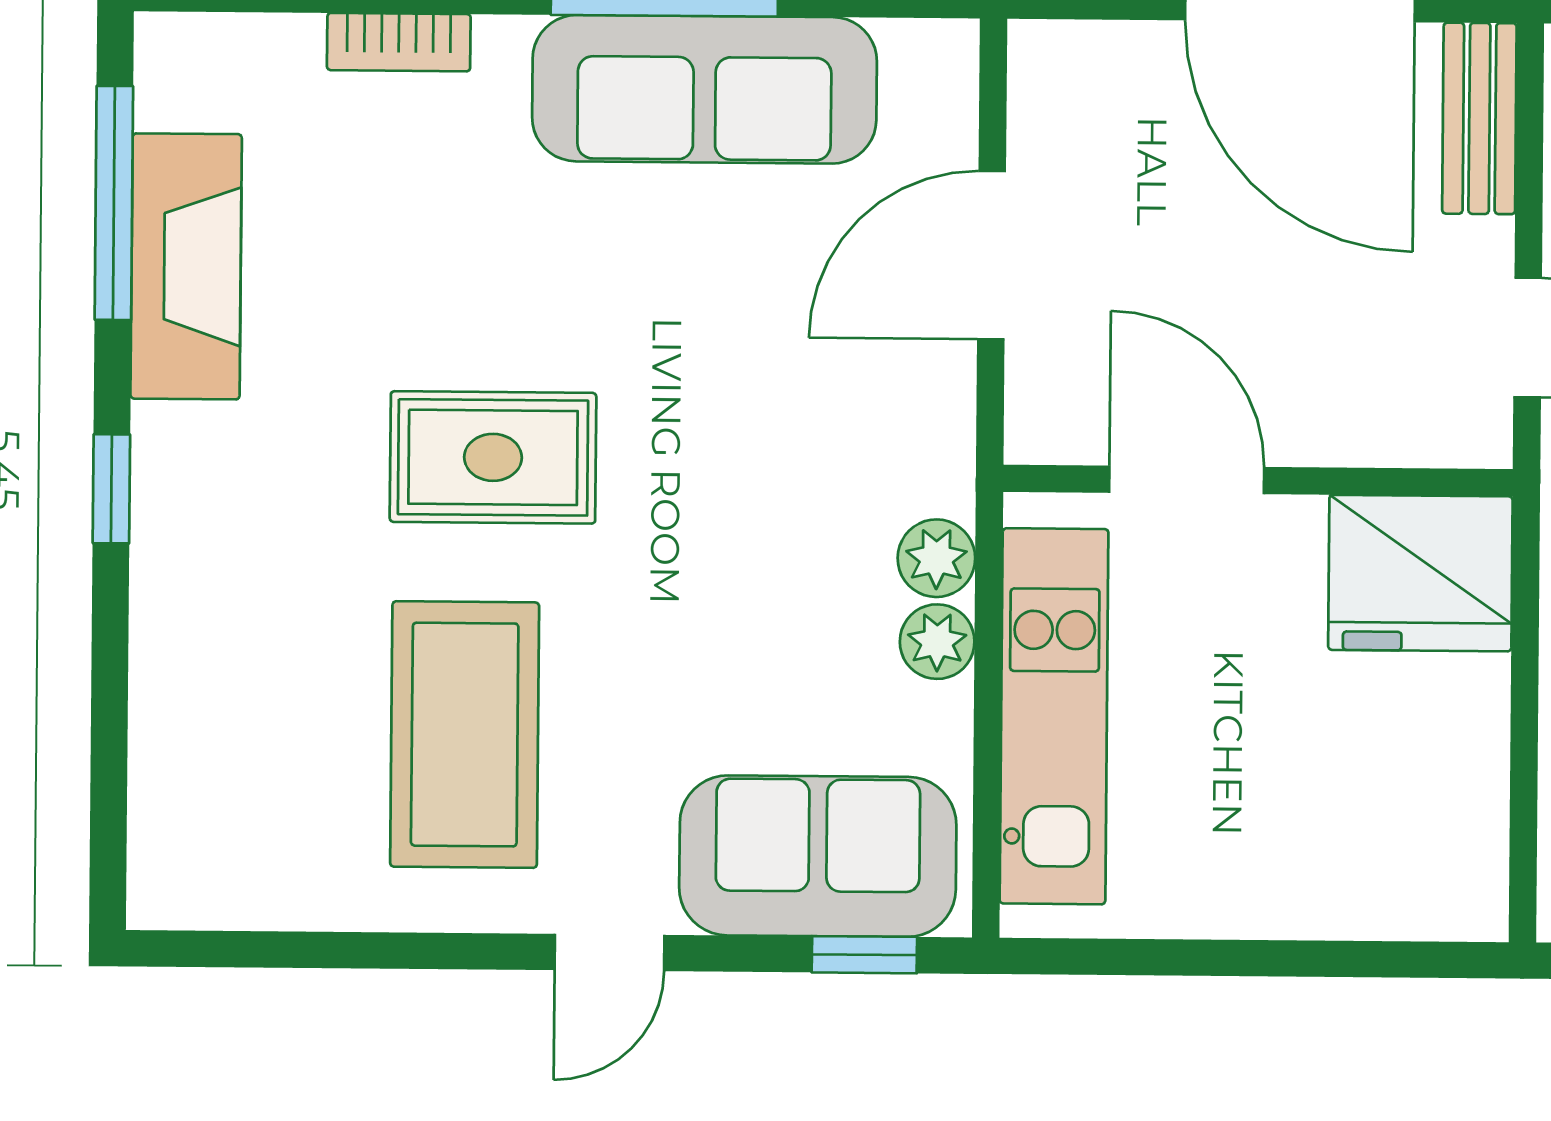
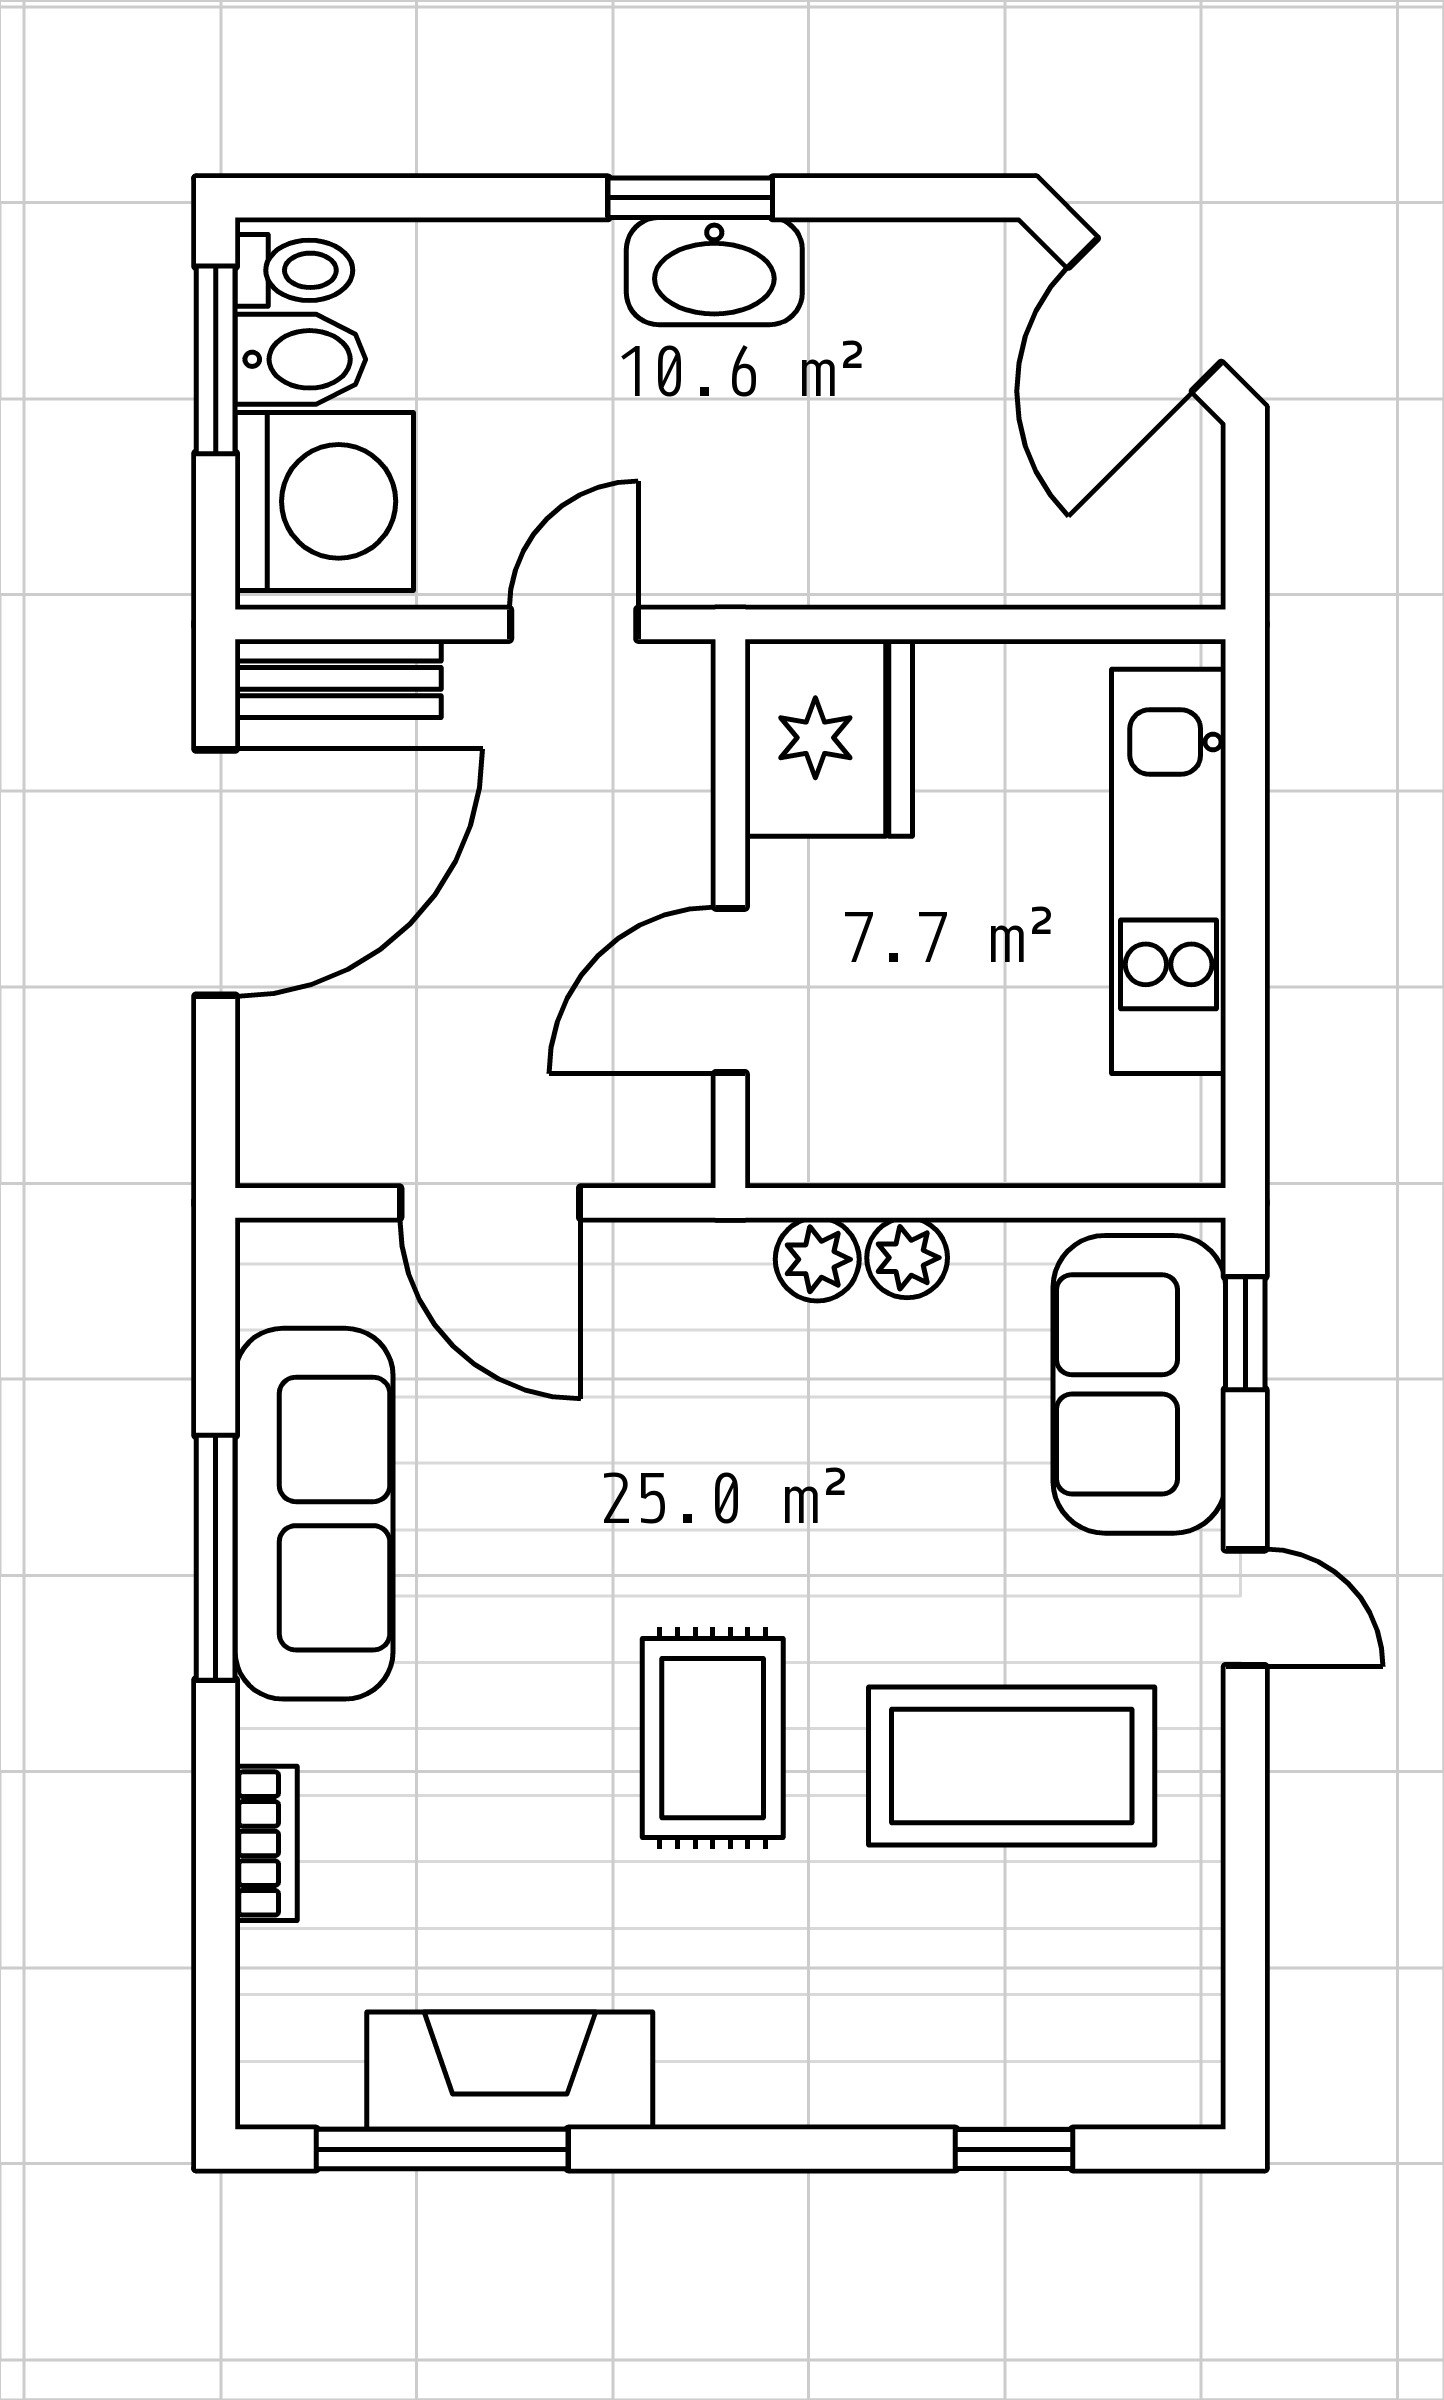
window: (111, 489) -> (1014, 2149), moved
kitchen unit: (1054, 716) -> (1169, 871), moved, turned -90

